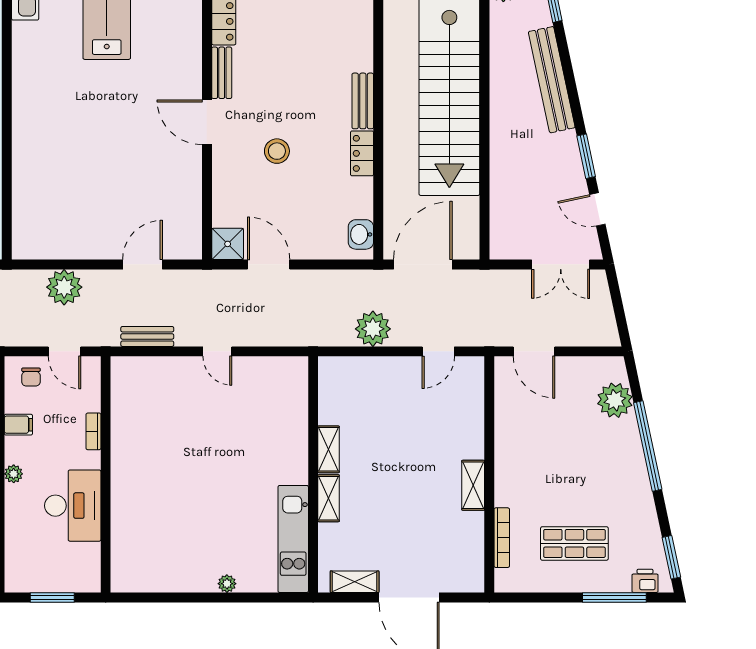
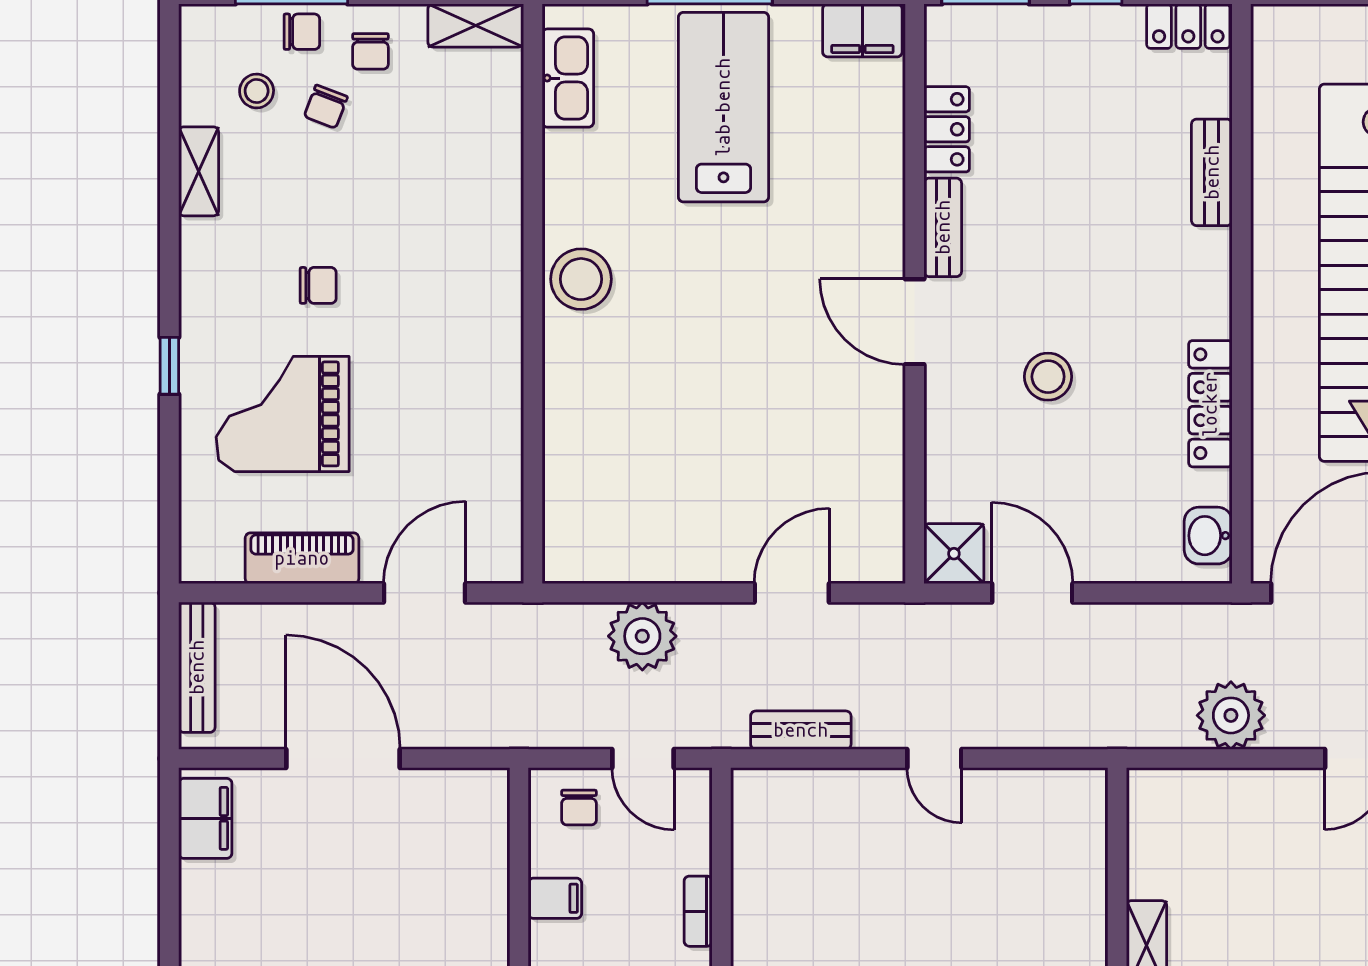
stool: (32, 100) -> (581, 279), added
bench: (363, 101) -> (1212, 172), moved
locker: (362, 153) -> (1210, 404), width x1.53

